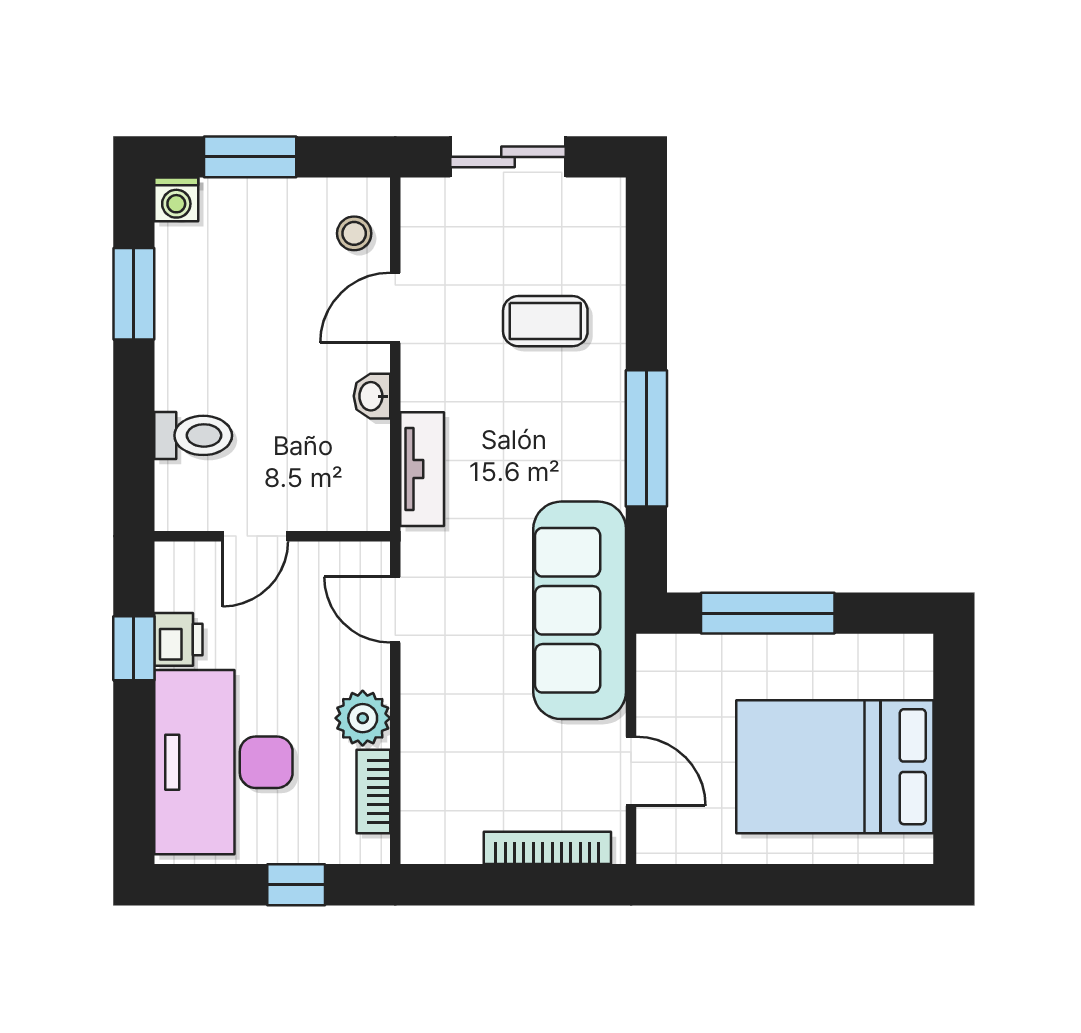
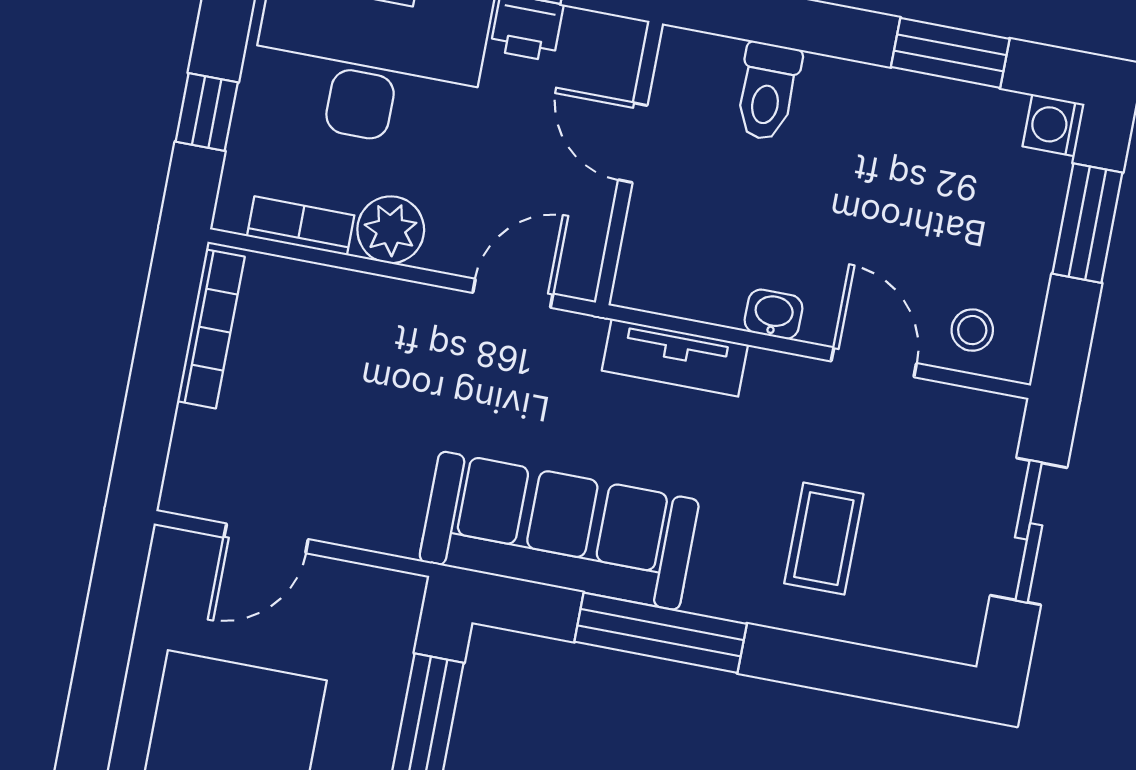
sofa: (580, 610) -> (559, 531), moved
bookcase: (547, 848) -> (211, 329), moved

